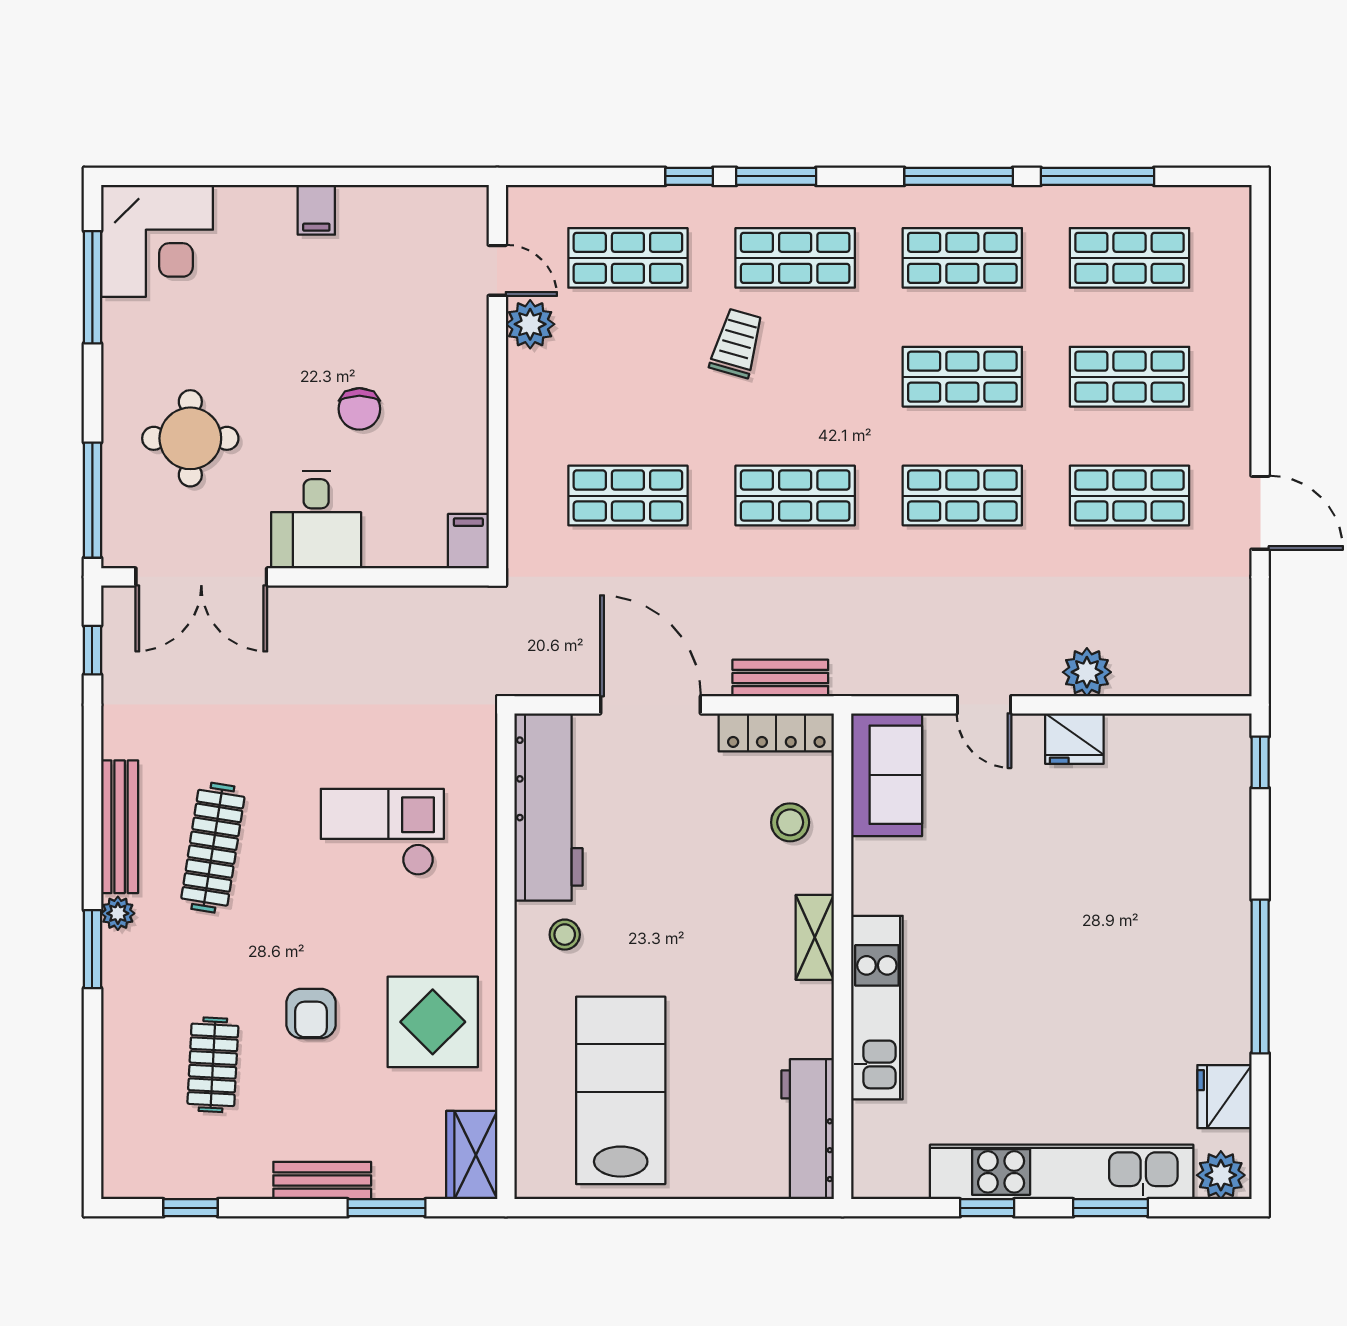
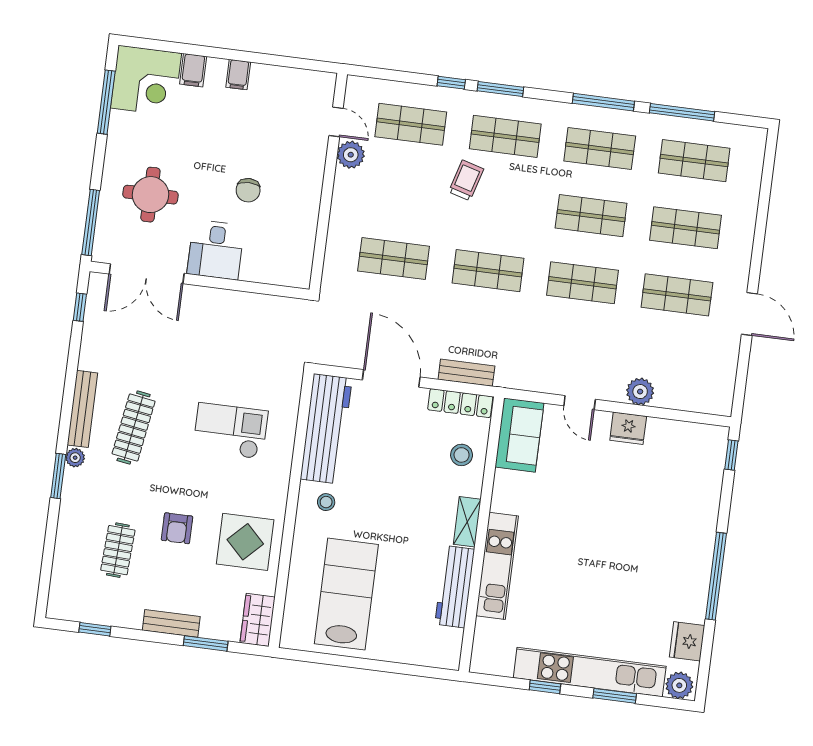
filing cabinet: (468, 541) -> (193, 70), moved, turned 180
workbench: (808, 1129) -> (455, 587), moved

